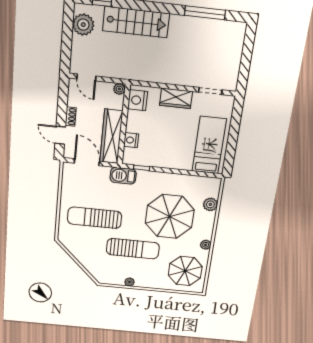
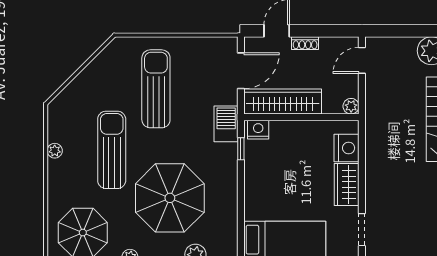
nightstand: (138, 100) -> (347, 148), moved, turned 90
nightstand: (131, 140) -> (258, 130), moved
sun lounger: (133, 249) -> (112, 150), turned 180

